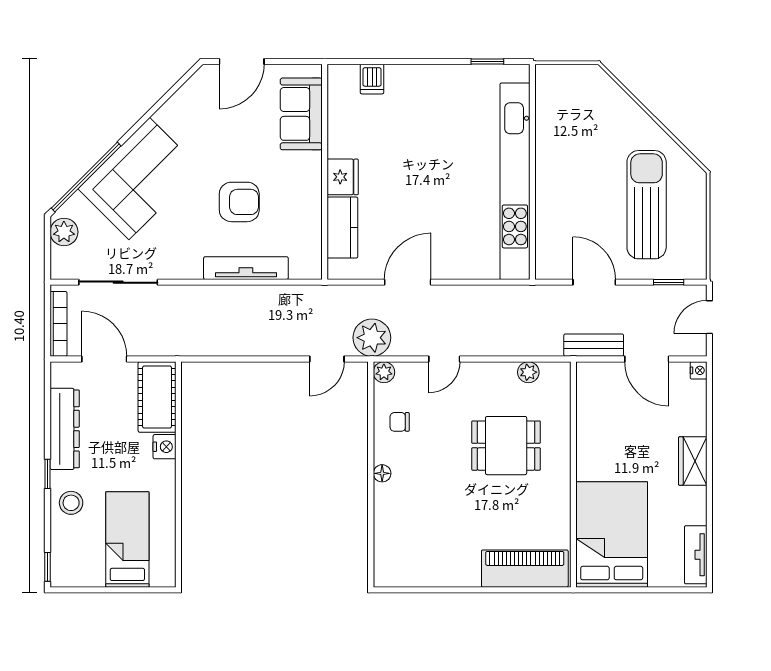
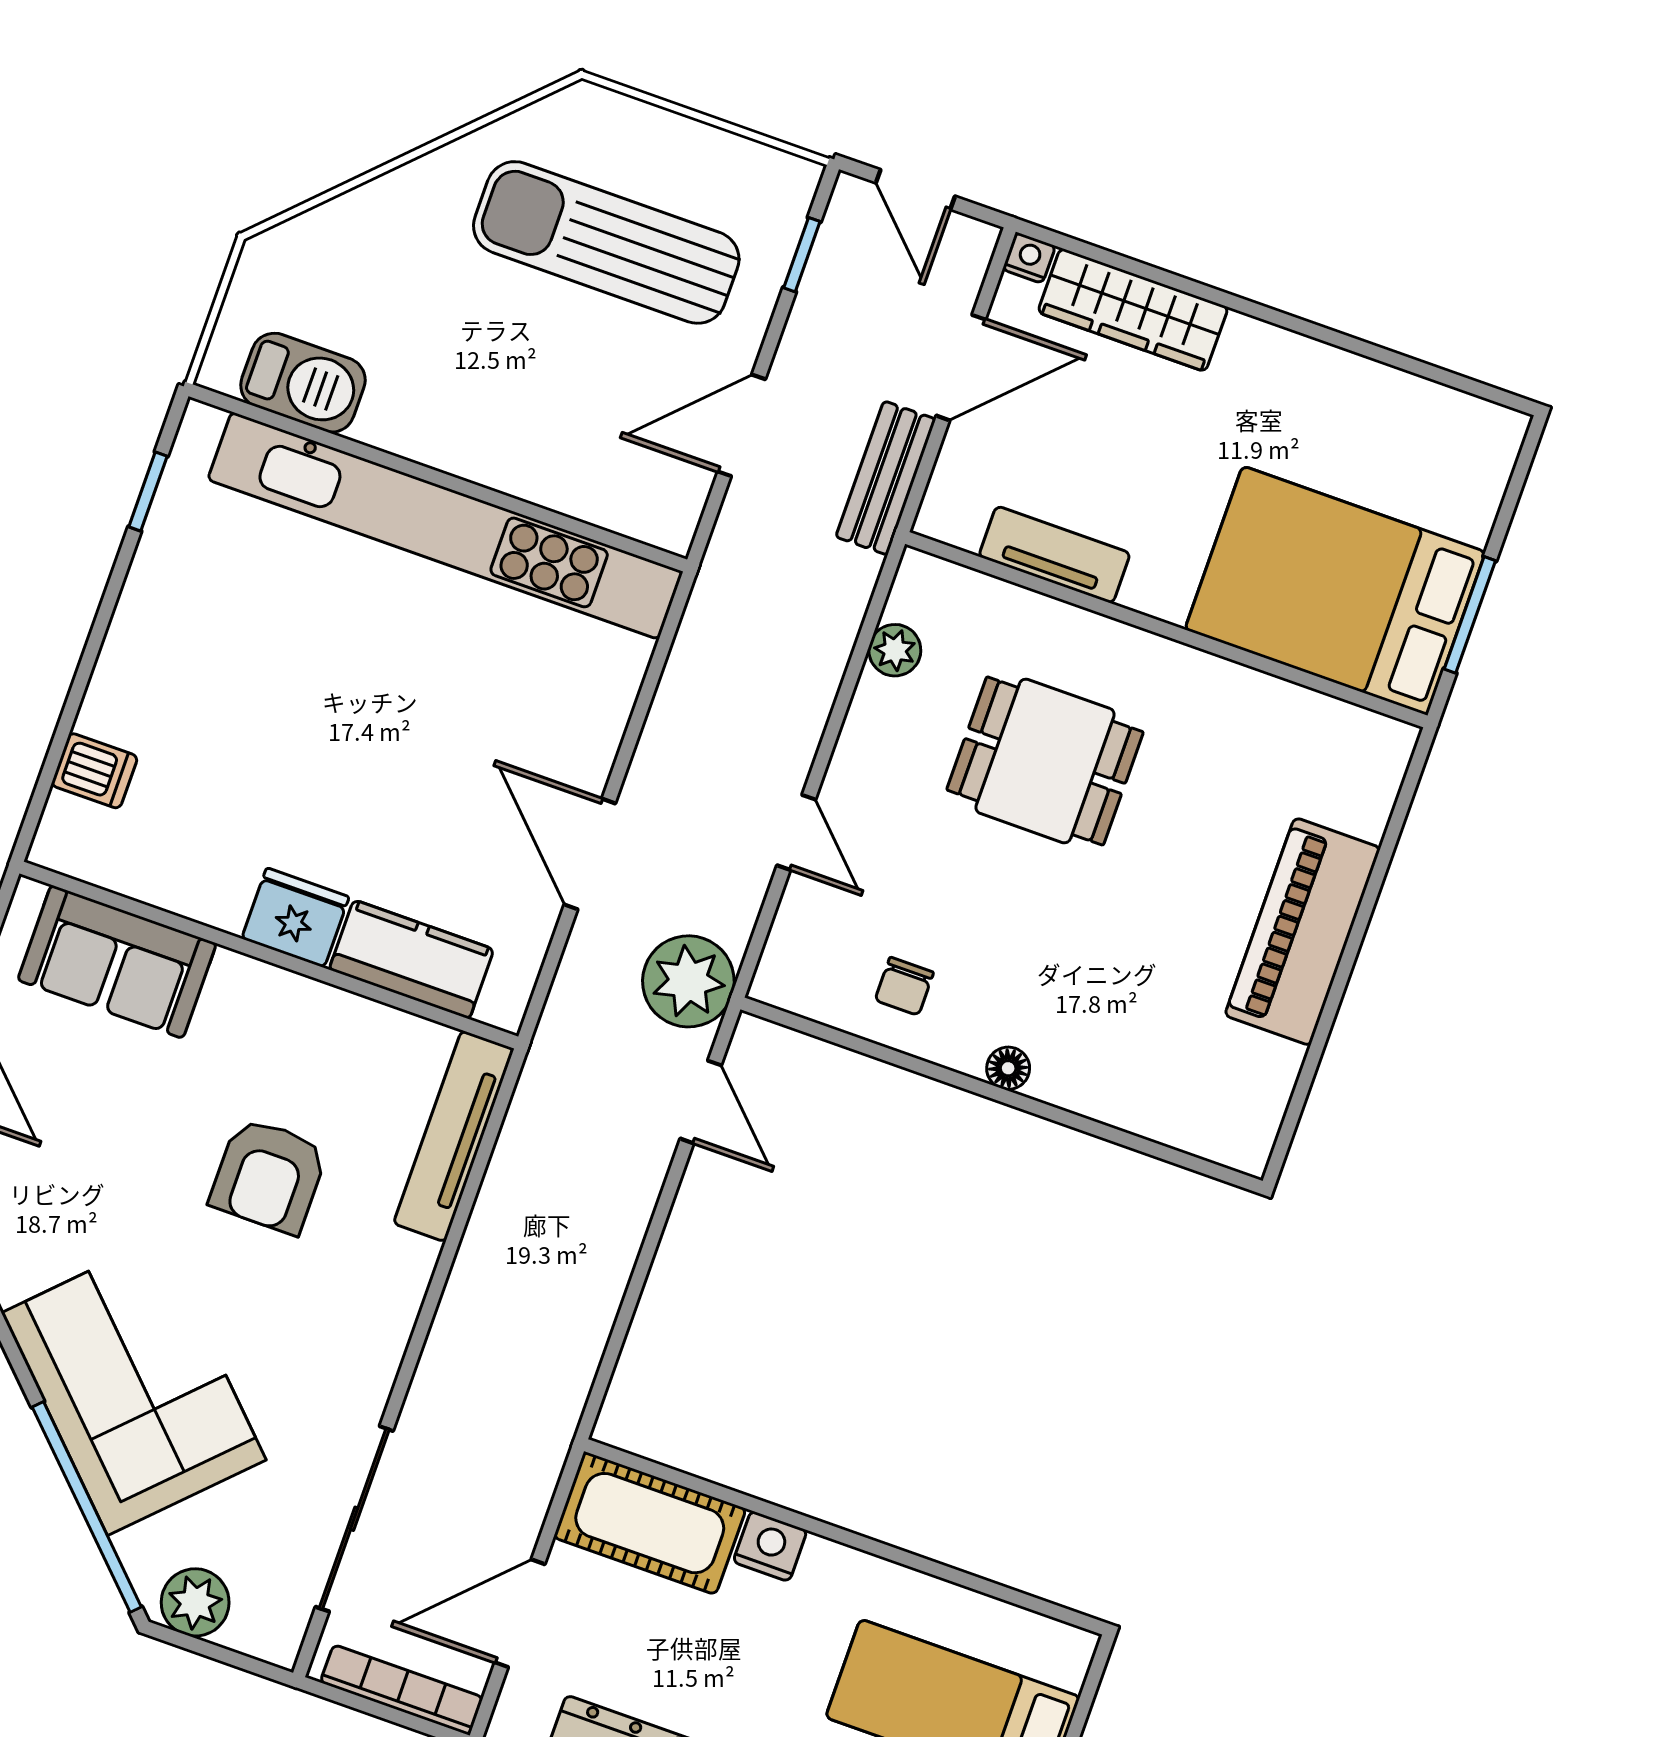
barbecue: (551, 107) -> (303, 383), added
armchair: (239, 202) -> (269, 1176), turned 180
tv unit: (246, 268) -> (454, 1136), moved
plant: (384, 372) -> (777, 982), removed
dining table: (506, 446) -> (1045, 761), turned 90
wardrobe: (693, 461) -> (1133, 310), moved, width x1.50
tv unit: (696, 555) -> (1054, 555), moved, turned 180
piano: (525, 569) -> (1303, 932), moved
window: (621, 590) -> (1470, 615), added

